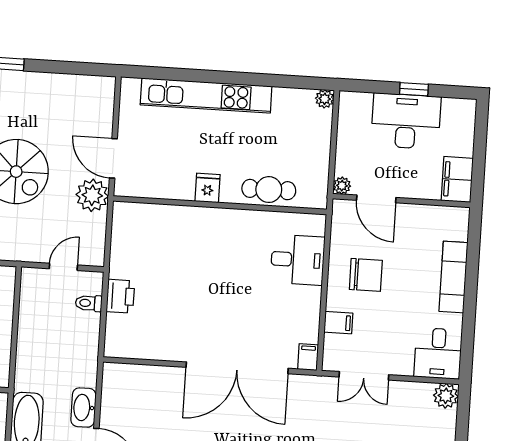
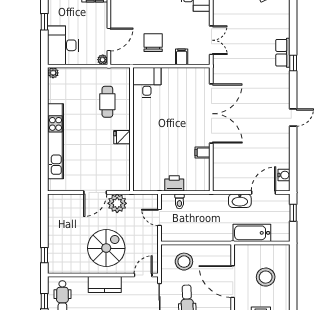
desk: (406, 121) -> (63, 45), moved
fridge: (207, 188) -> (122, 137), moved
wall: (220, 205) -> (132, 129), moved
filing cabinet: (308, 357) -> (203, 153), moved

